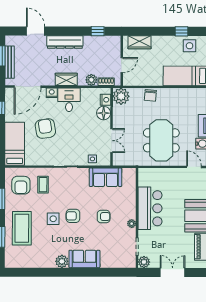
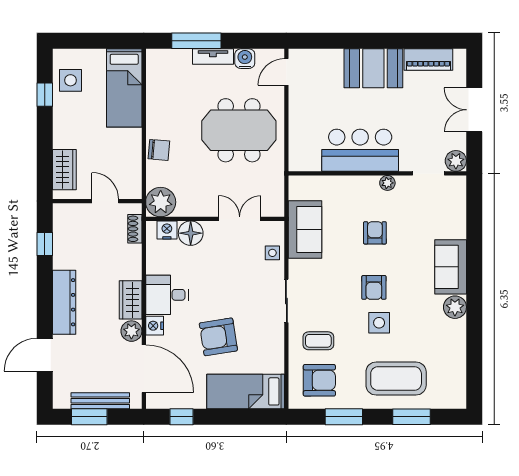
plant: (91, 80) -> (131, 331), moved

